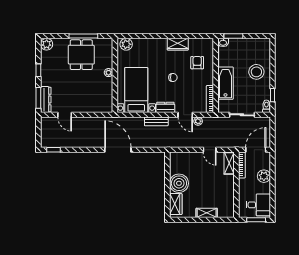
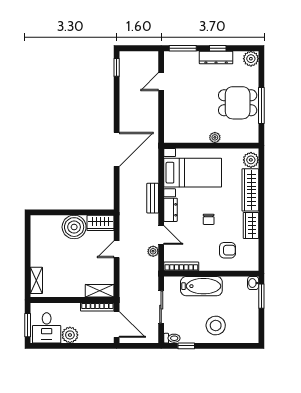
wardrobe: (150, 45) -> (250, 190), added
dresser: (46, 100) -> (216, 57), moved
door: (185, 115) -> (161, 235), swing flipped
door: (210, 150) -> (117, 249), moved
plant: (264, 176) -> (70, 335), moved
wardrobe: (176, 204) -> (100, 223), moved
shelving: (207, 213) -> (36, 280), moved

